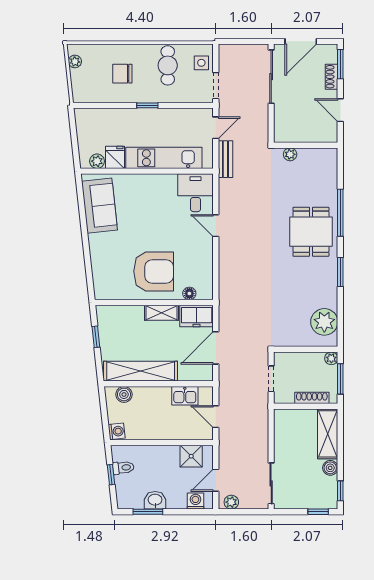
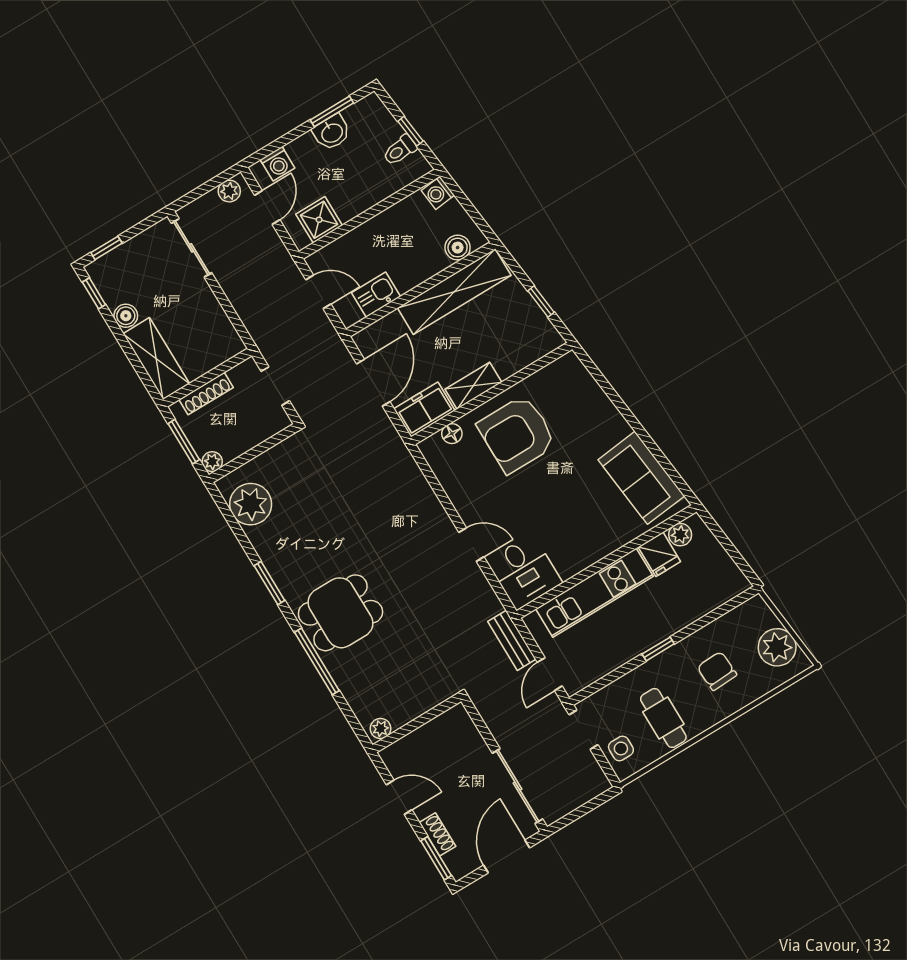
plant: (75, 61) -> (777, 647), width x1.87, depth x1.87
chair: (122, 74) -> (717, 671), turned -93
plant: (290, 154) -> (380, 729), moved
dining table: (311, 232) -> (340, 613), turned 90

